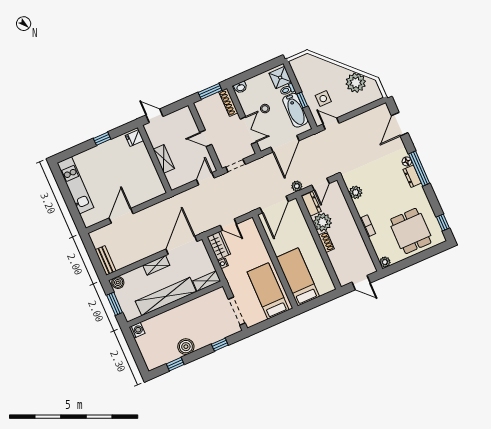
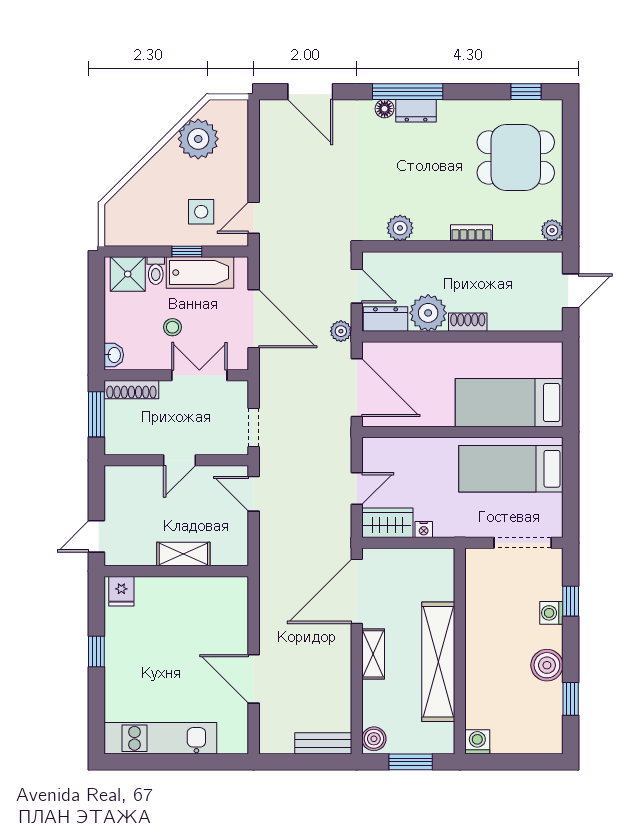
door: (181, 245) -> (357, 591), hinge flipped
shelving: (207, 281) -> (443, 574), removed
washing machine: (211, 338) -> (551, 613), added

